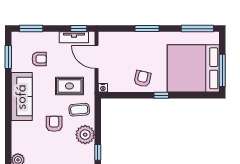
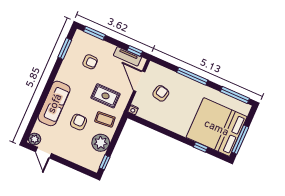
window: (147, 29) -> (192, 76), width x1.44
armchair: (142, 79) -> (161, 93), moved
window: (161, 95) -> (201, 147), moved
sofa: (22, 97) -> (54, 103), moved

